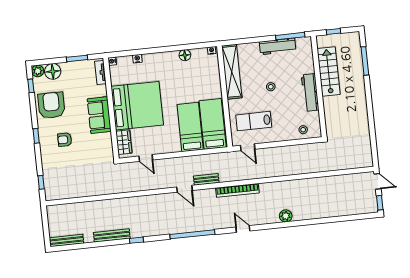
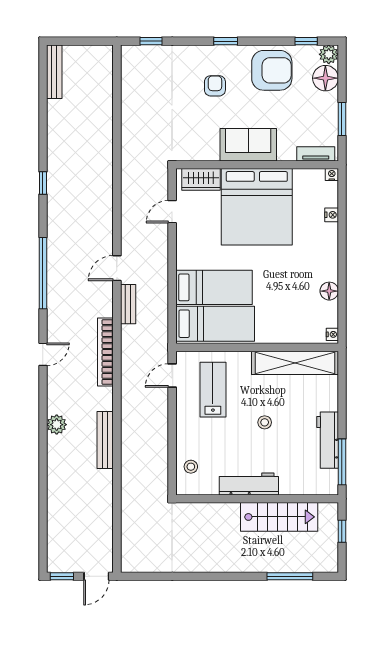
bench: (112, 235) -> (105, 440), moved

